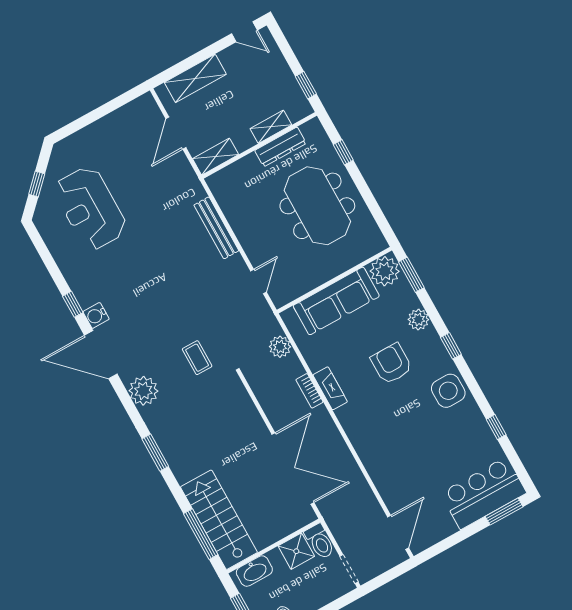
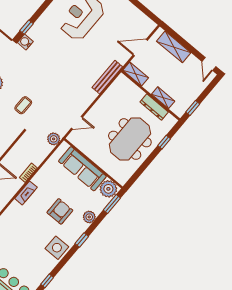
bench: (216, 228) -> (107, 77), moved
plant: (280, 347) -> (54, 139), moved
fireplace: (330, 388) -> (26, 193), moved

